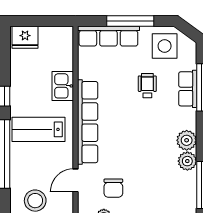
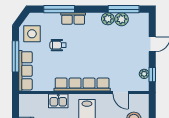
row of seats: (188, 89) -> (73, 18), moved
plant: (187, 140) -> (122, 19), moved
chair: (113, 188) -> (126, 68), removed

